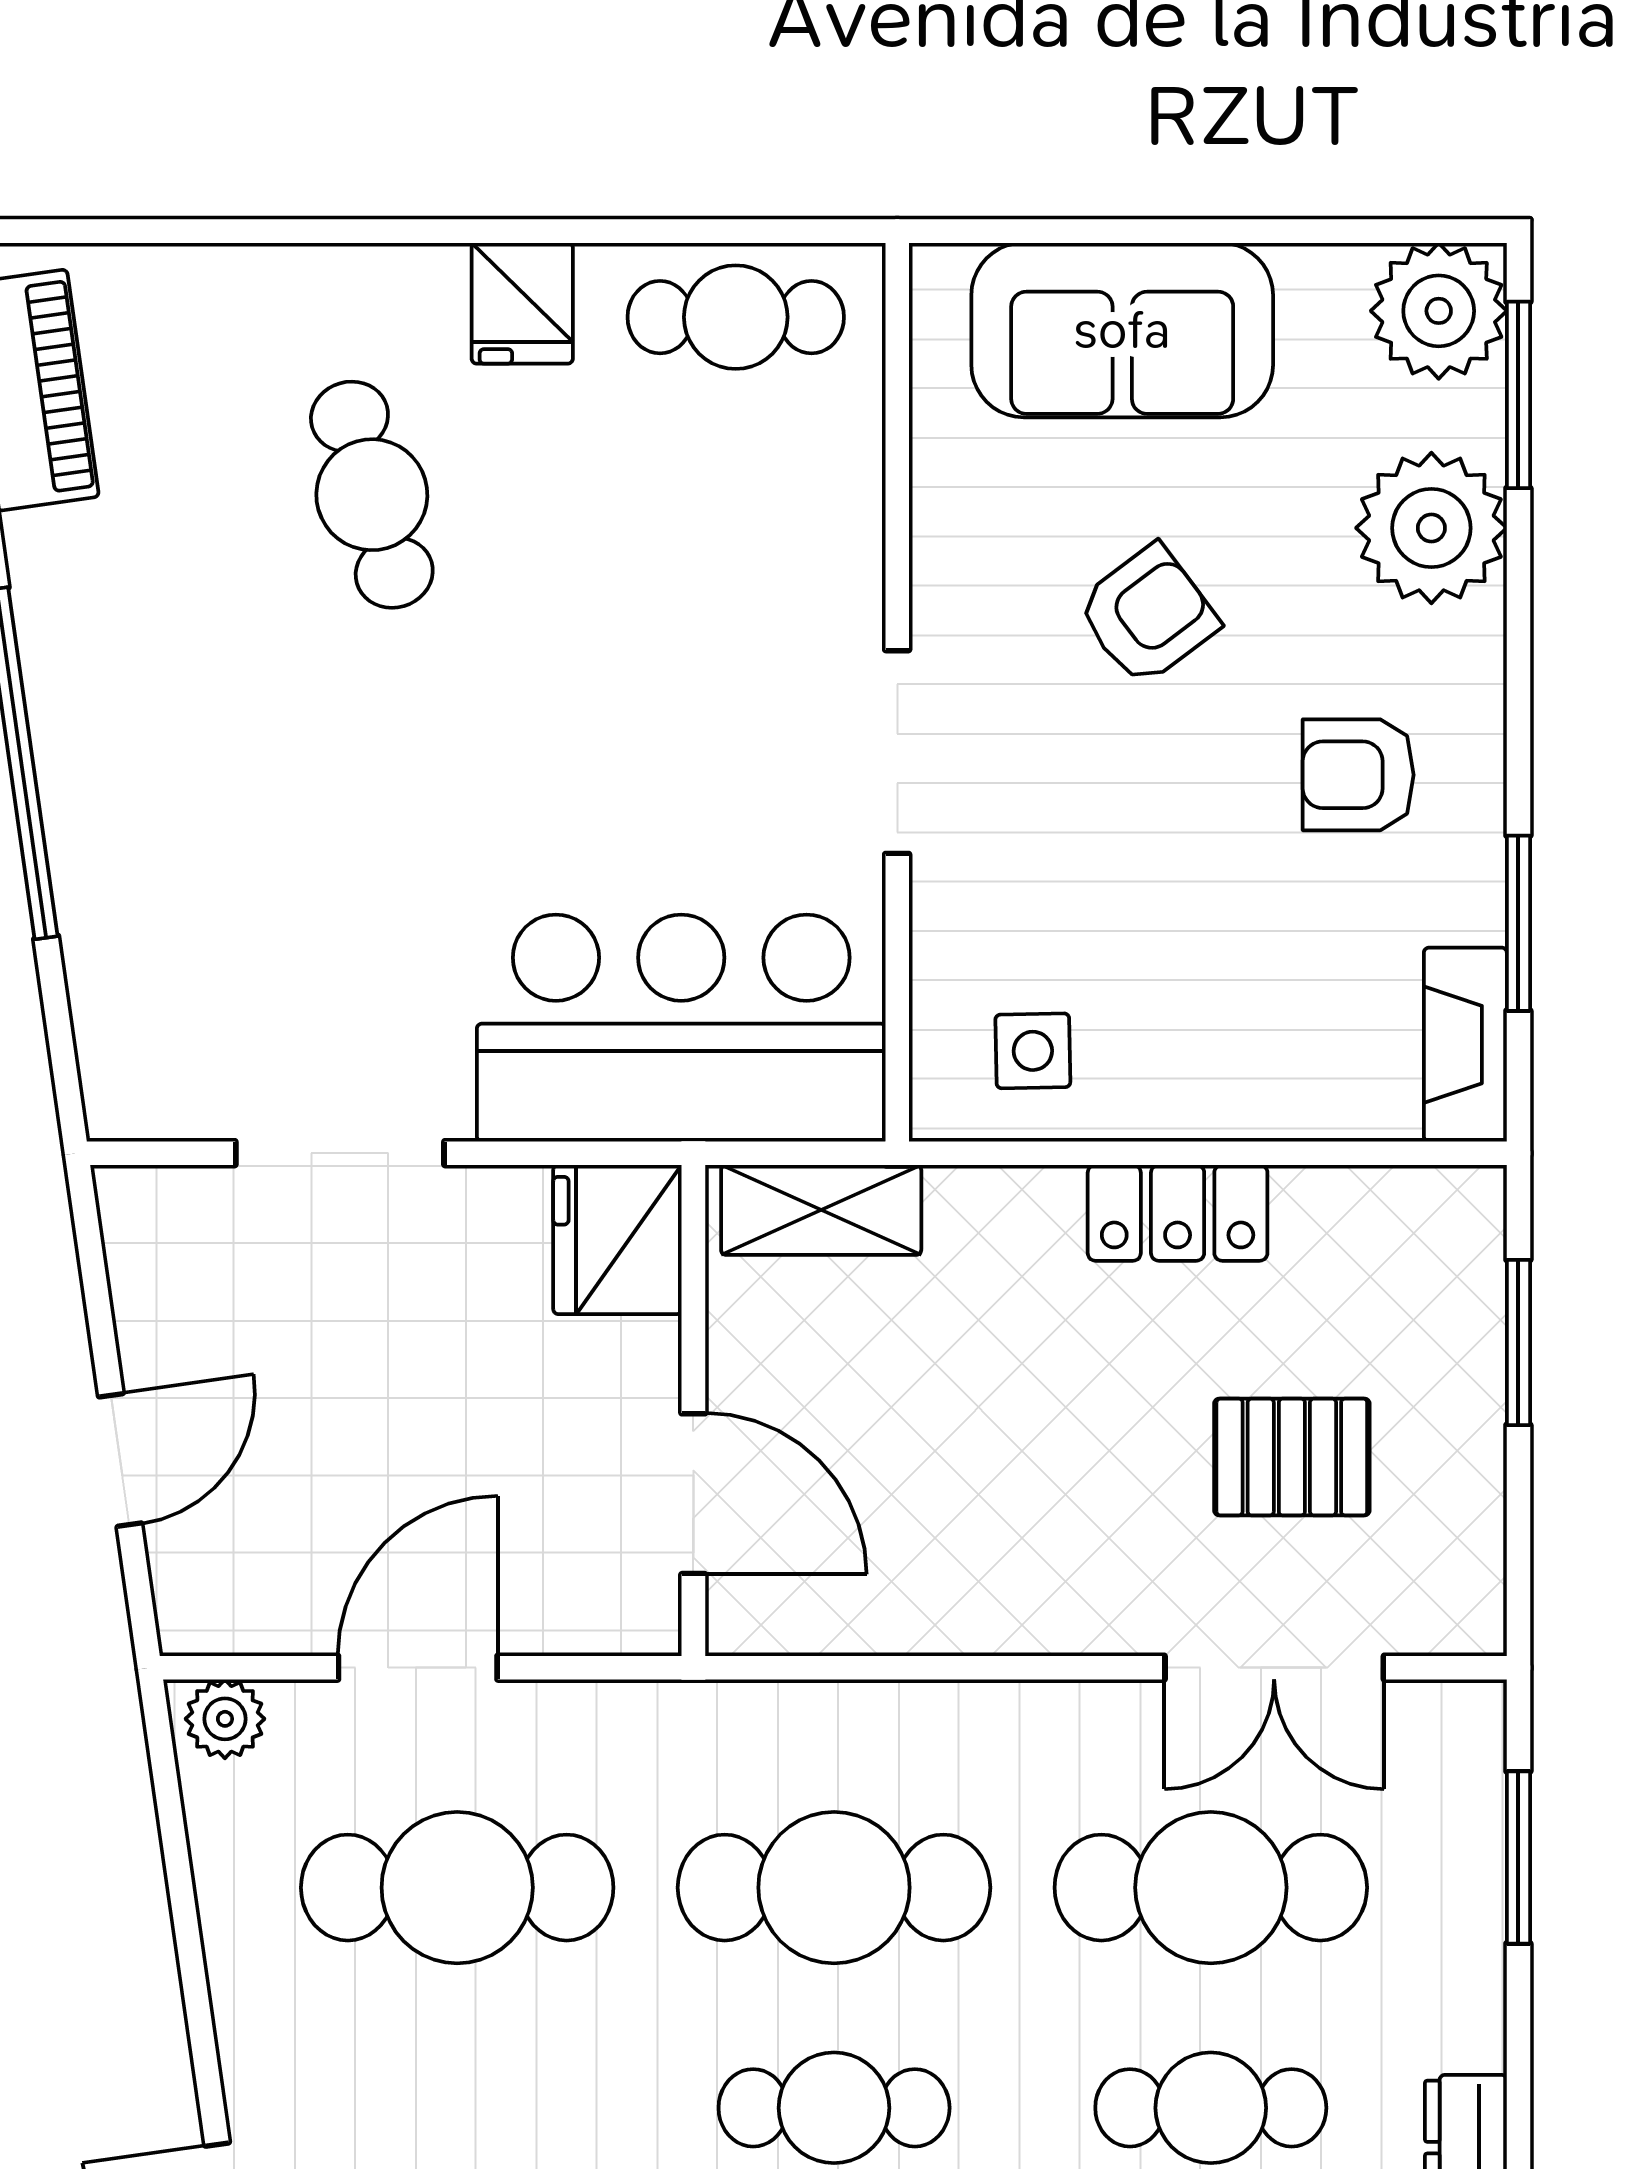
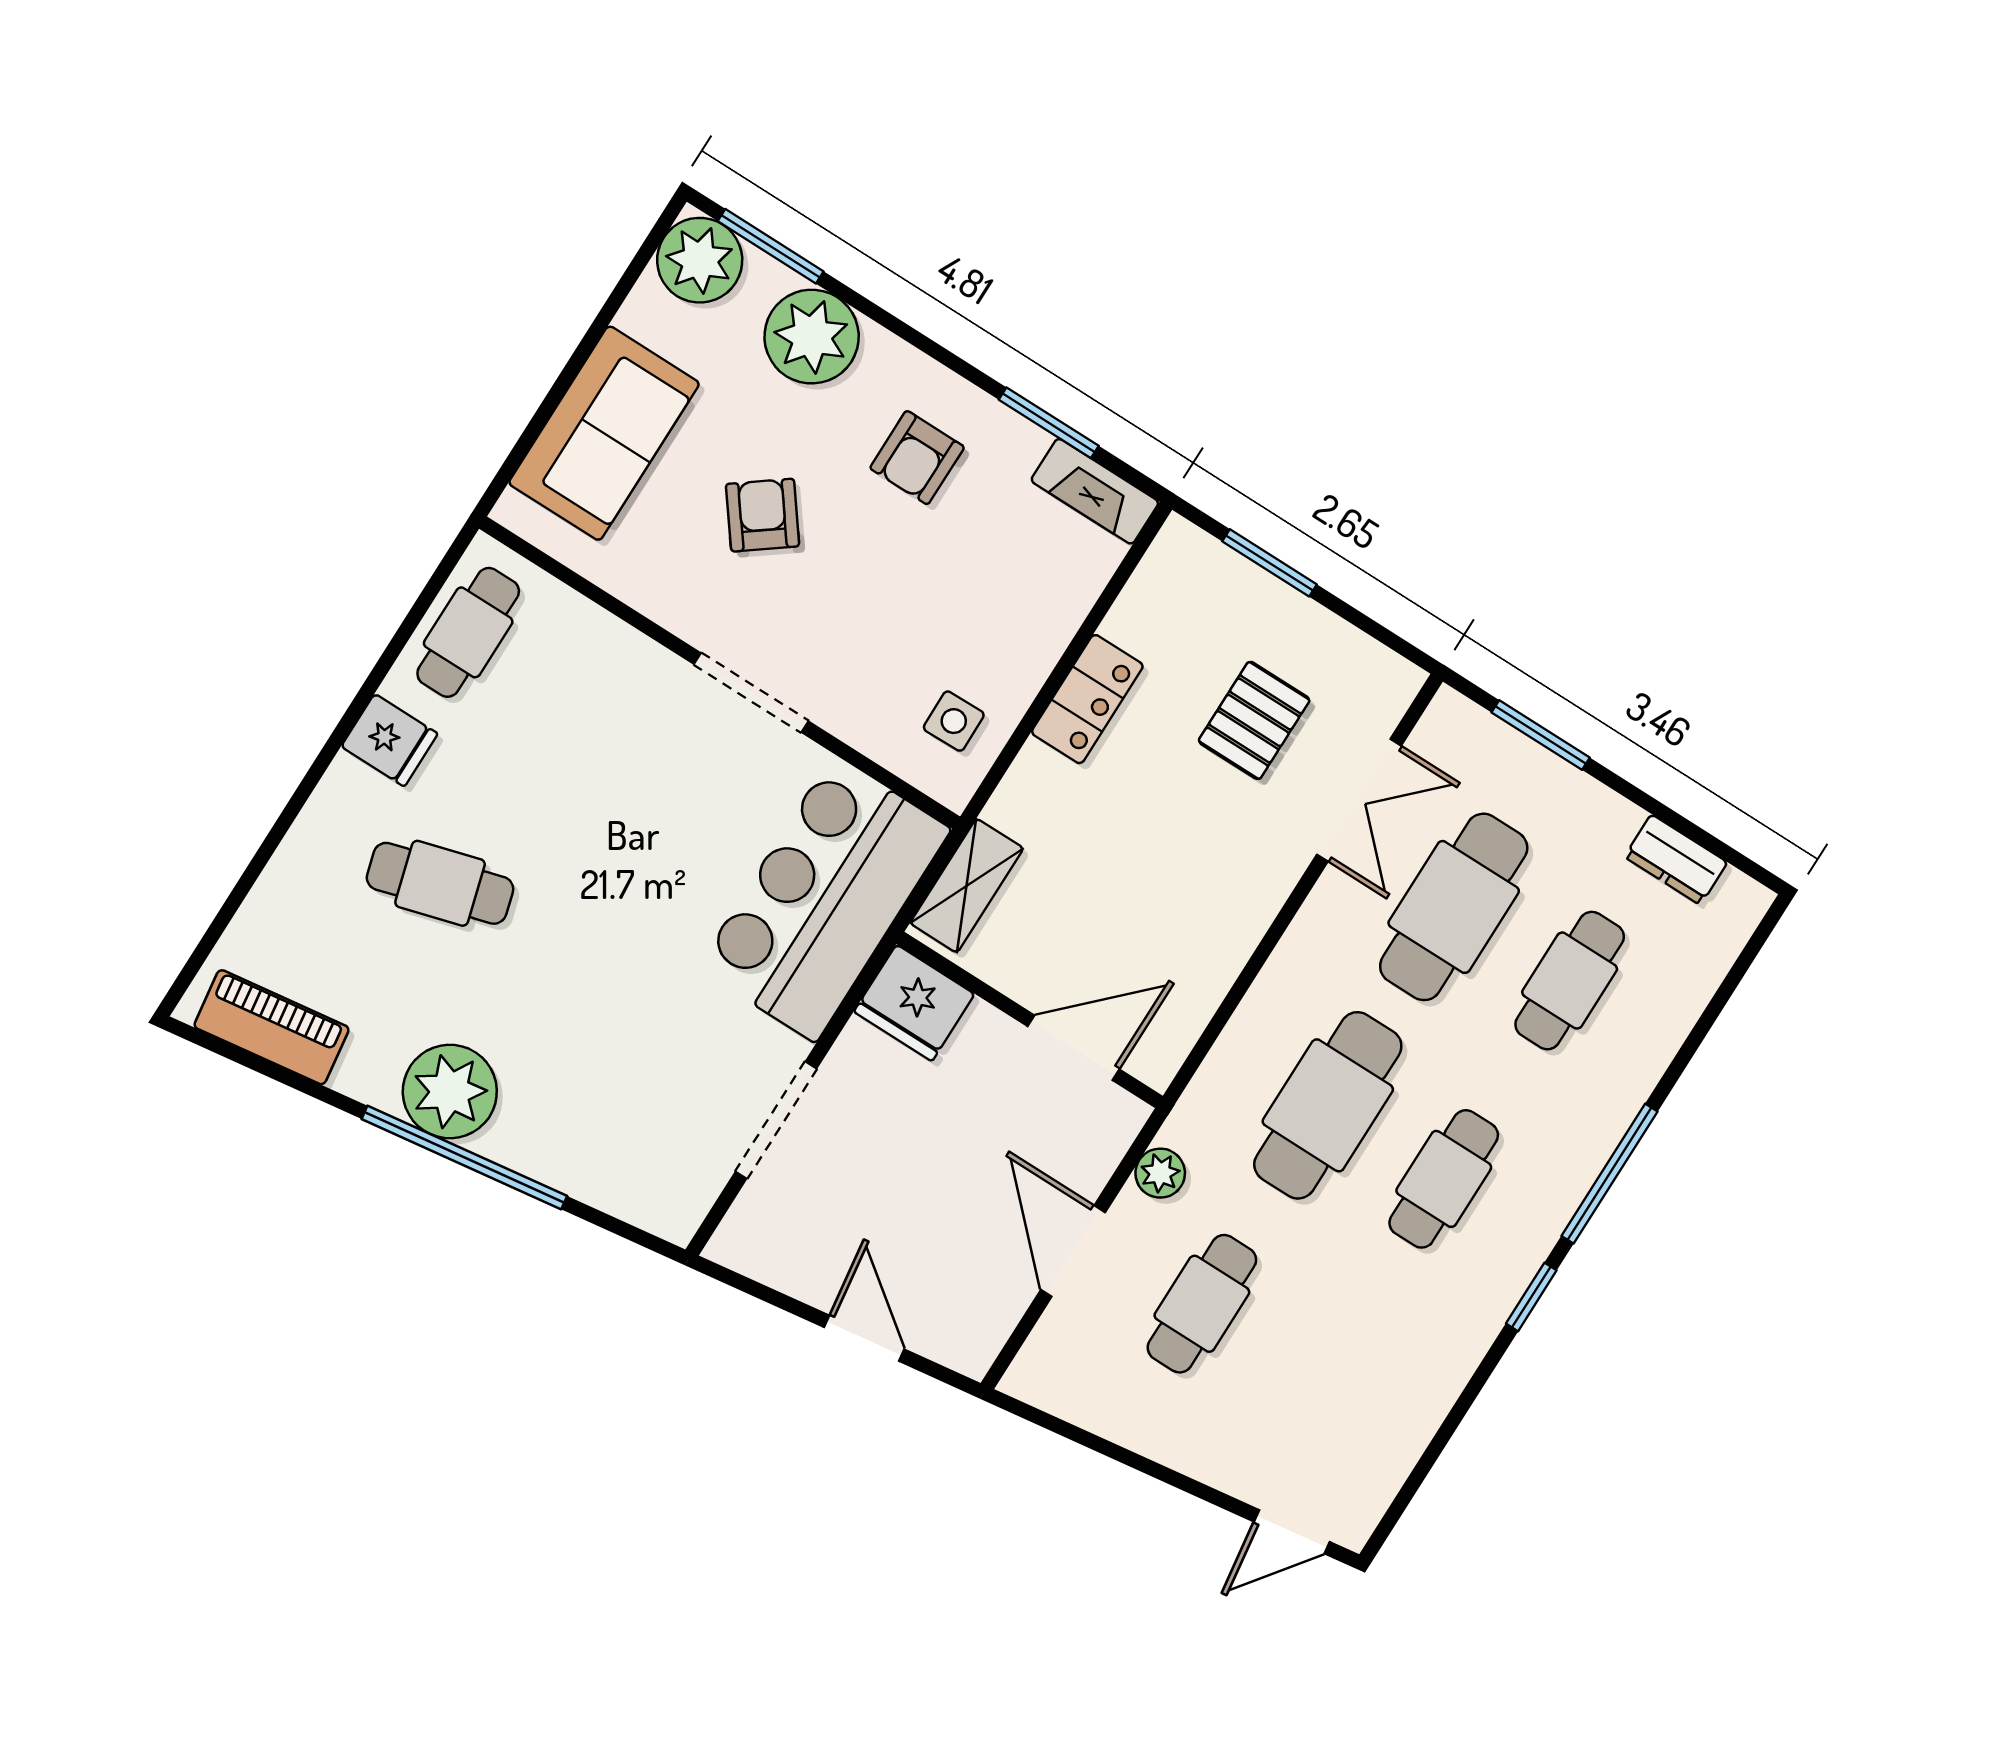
plant: (98, 687) -> (450, 1091), added
plant: (225, 1719) -> (1160, 1173), moved
cafe table: (457, 1888) -> (1202, 1304), width x0.73, depth x0.74

